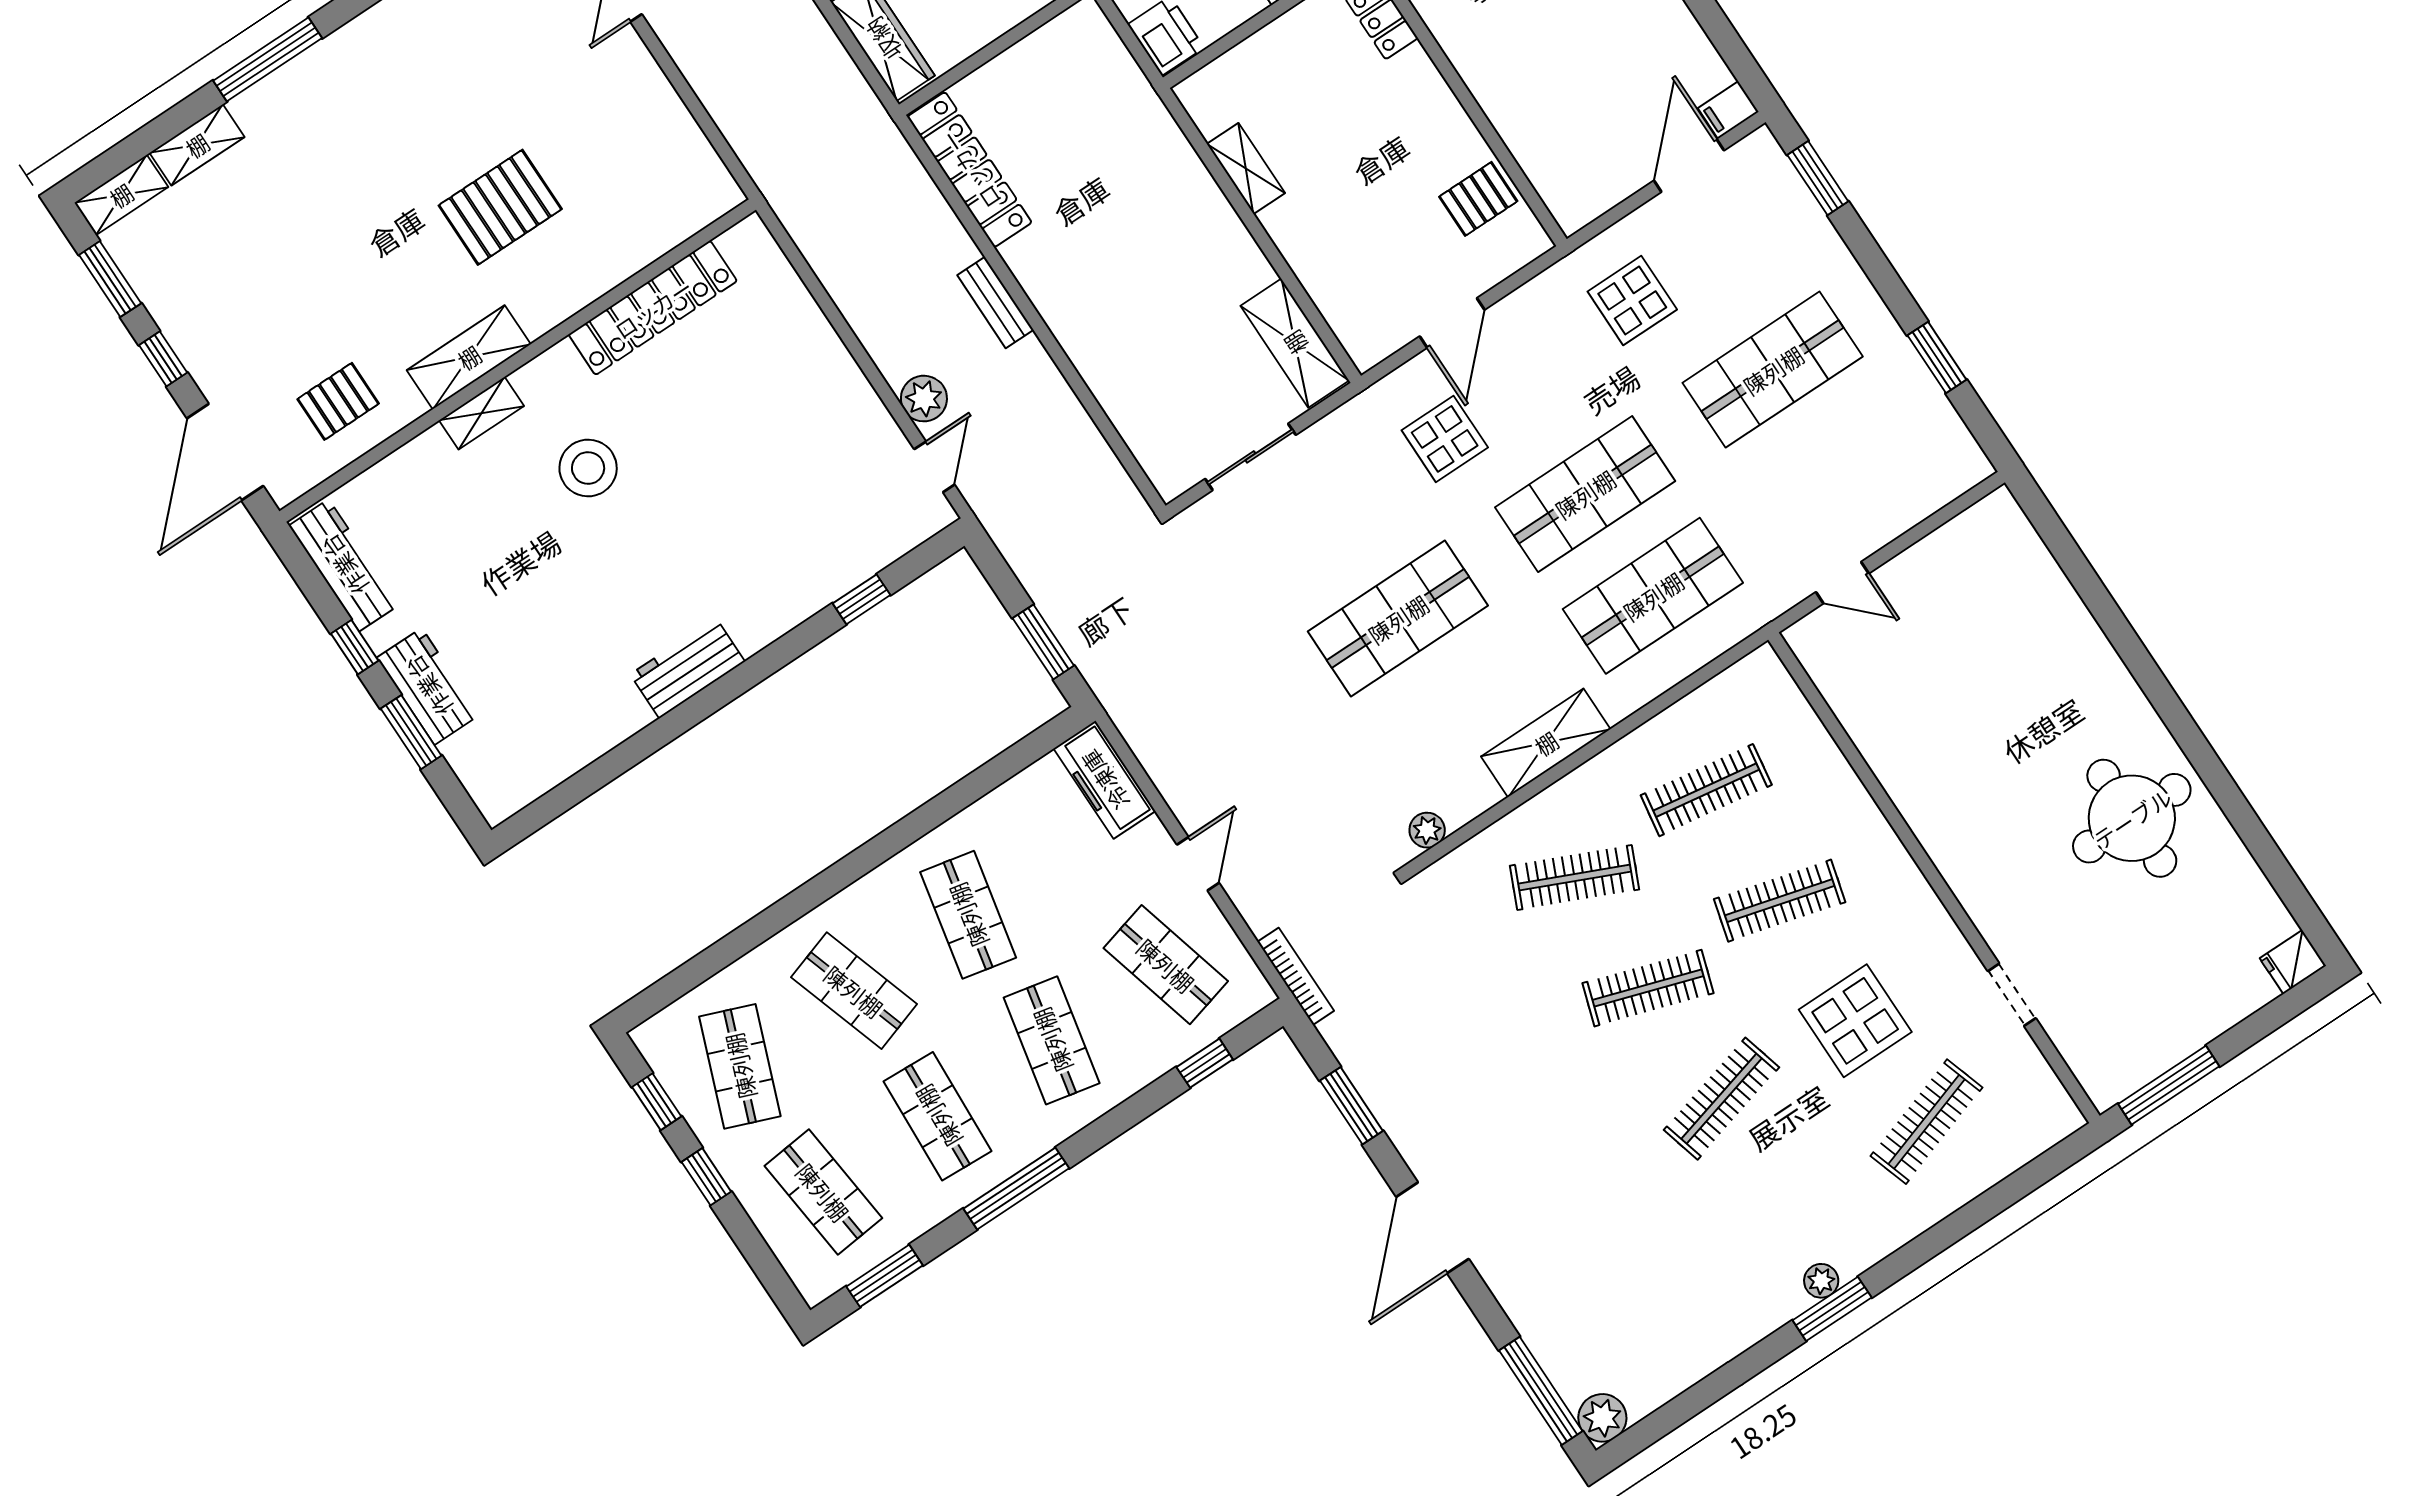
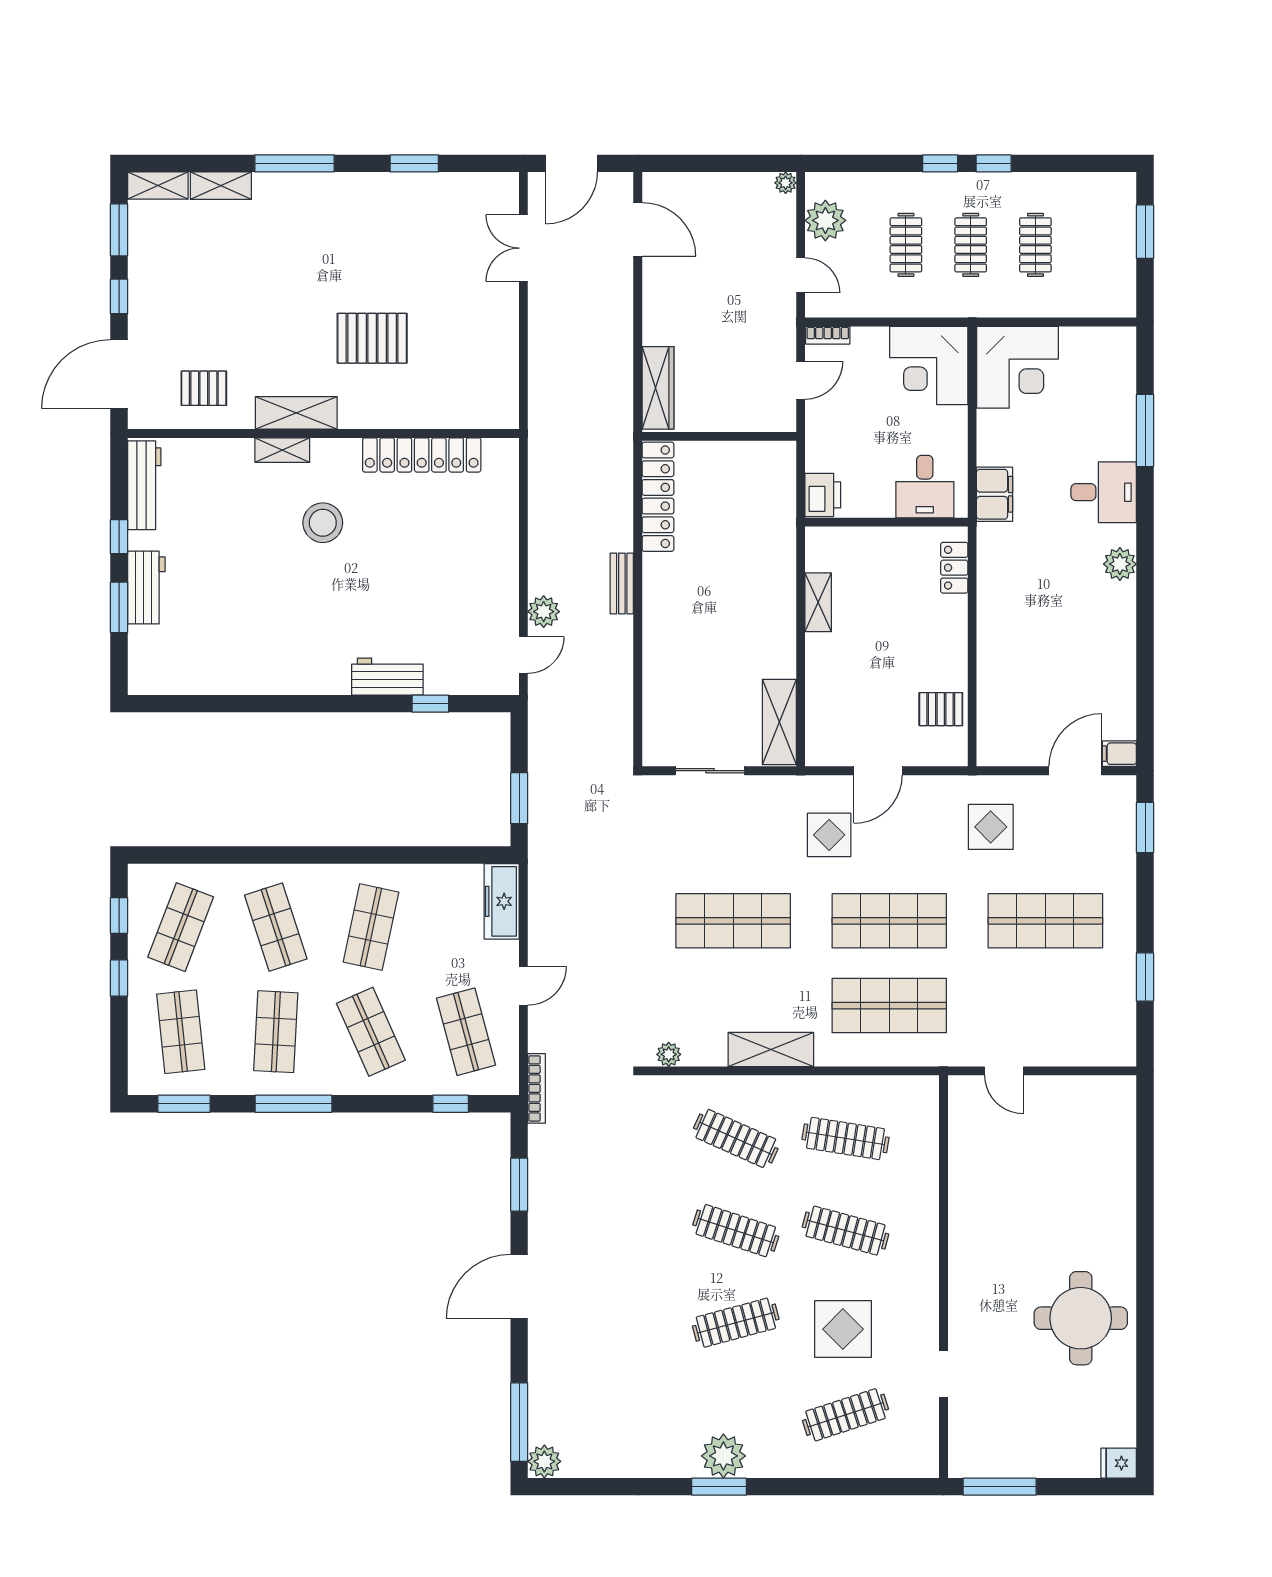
workbench: (688, 668) -> (387, 677), moved
shop shelf: (1052, 1040) -> (371, 1032), turned -36
plant: (1821, 1281) -> (723, 1456), width x1.88, depth x1.88

